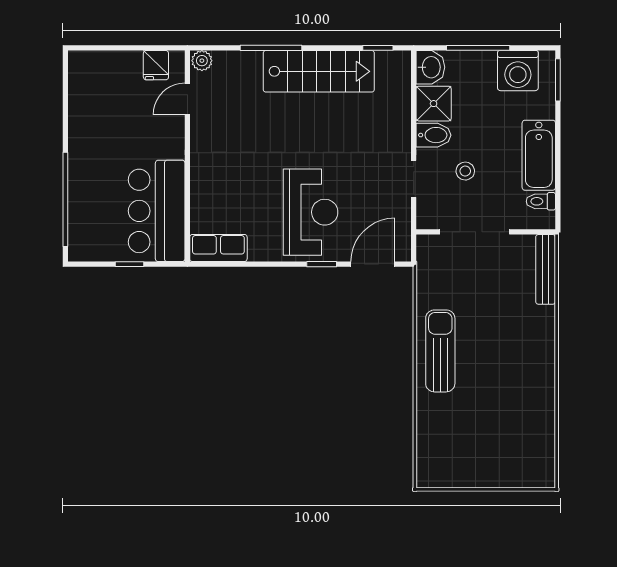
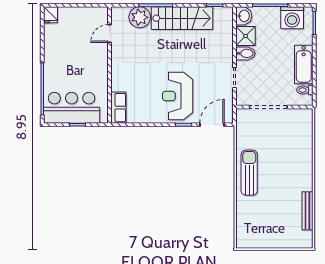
plant: (202, 61) -> (140, 17), moved, width x1.88, depth x1.88
fridge: (156, 65) -> (51, 15), moved
stool: (465, 171) -> (263, 73), removed
bar counter: (157, 211) -> (72, 108), moved, turned 90
reception desk: (311, 212) -> (178, 96), turned 180
row of seats: (218, 248) -> (118, 108), moved, turned 90
bench: (546, 269) -> (307, 211), moved

